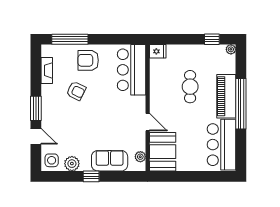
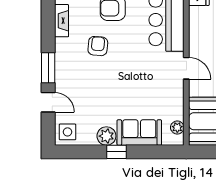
armchair: (76, 91) -> (98, 46), turned -111
door: (148, 122) -> (186, 68), moved
plant: (72, 164) -> (106, 136), moved

